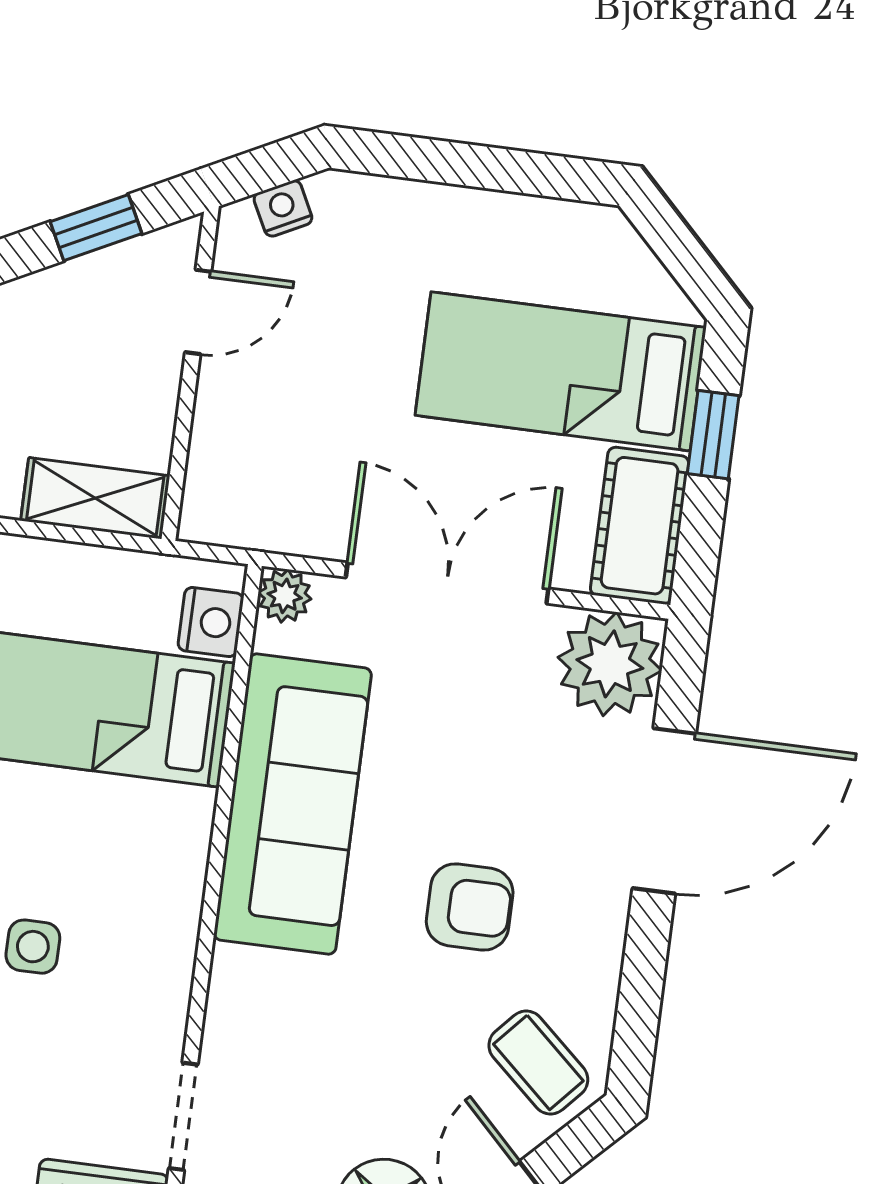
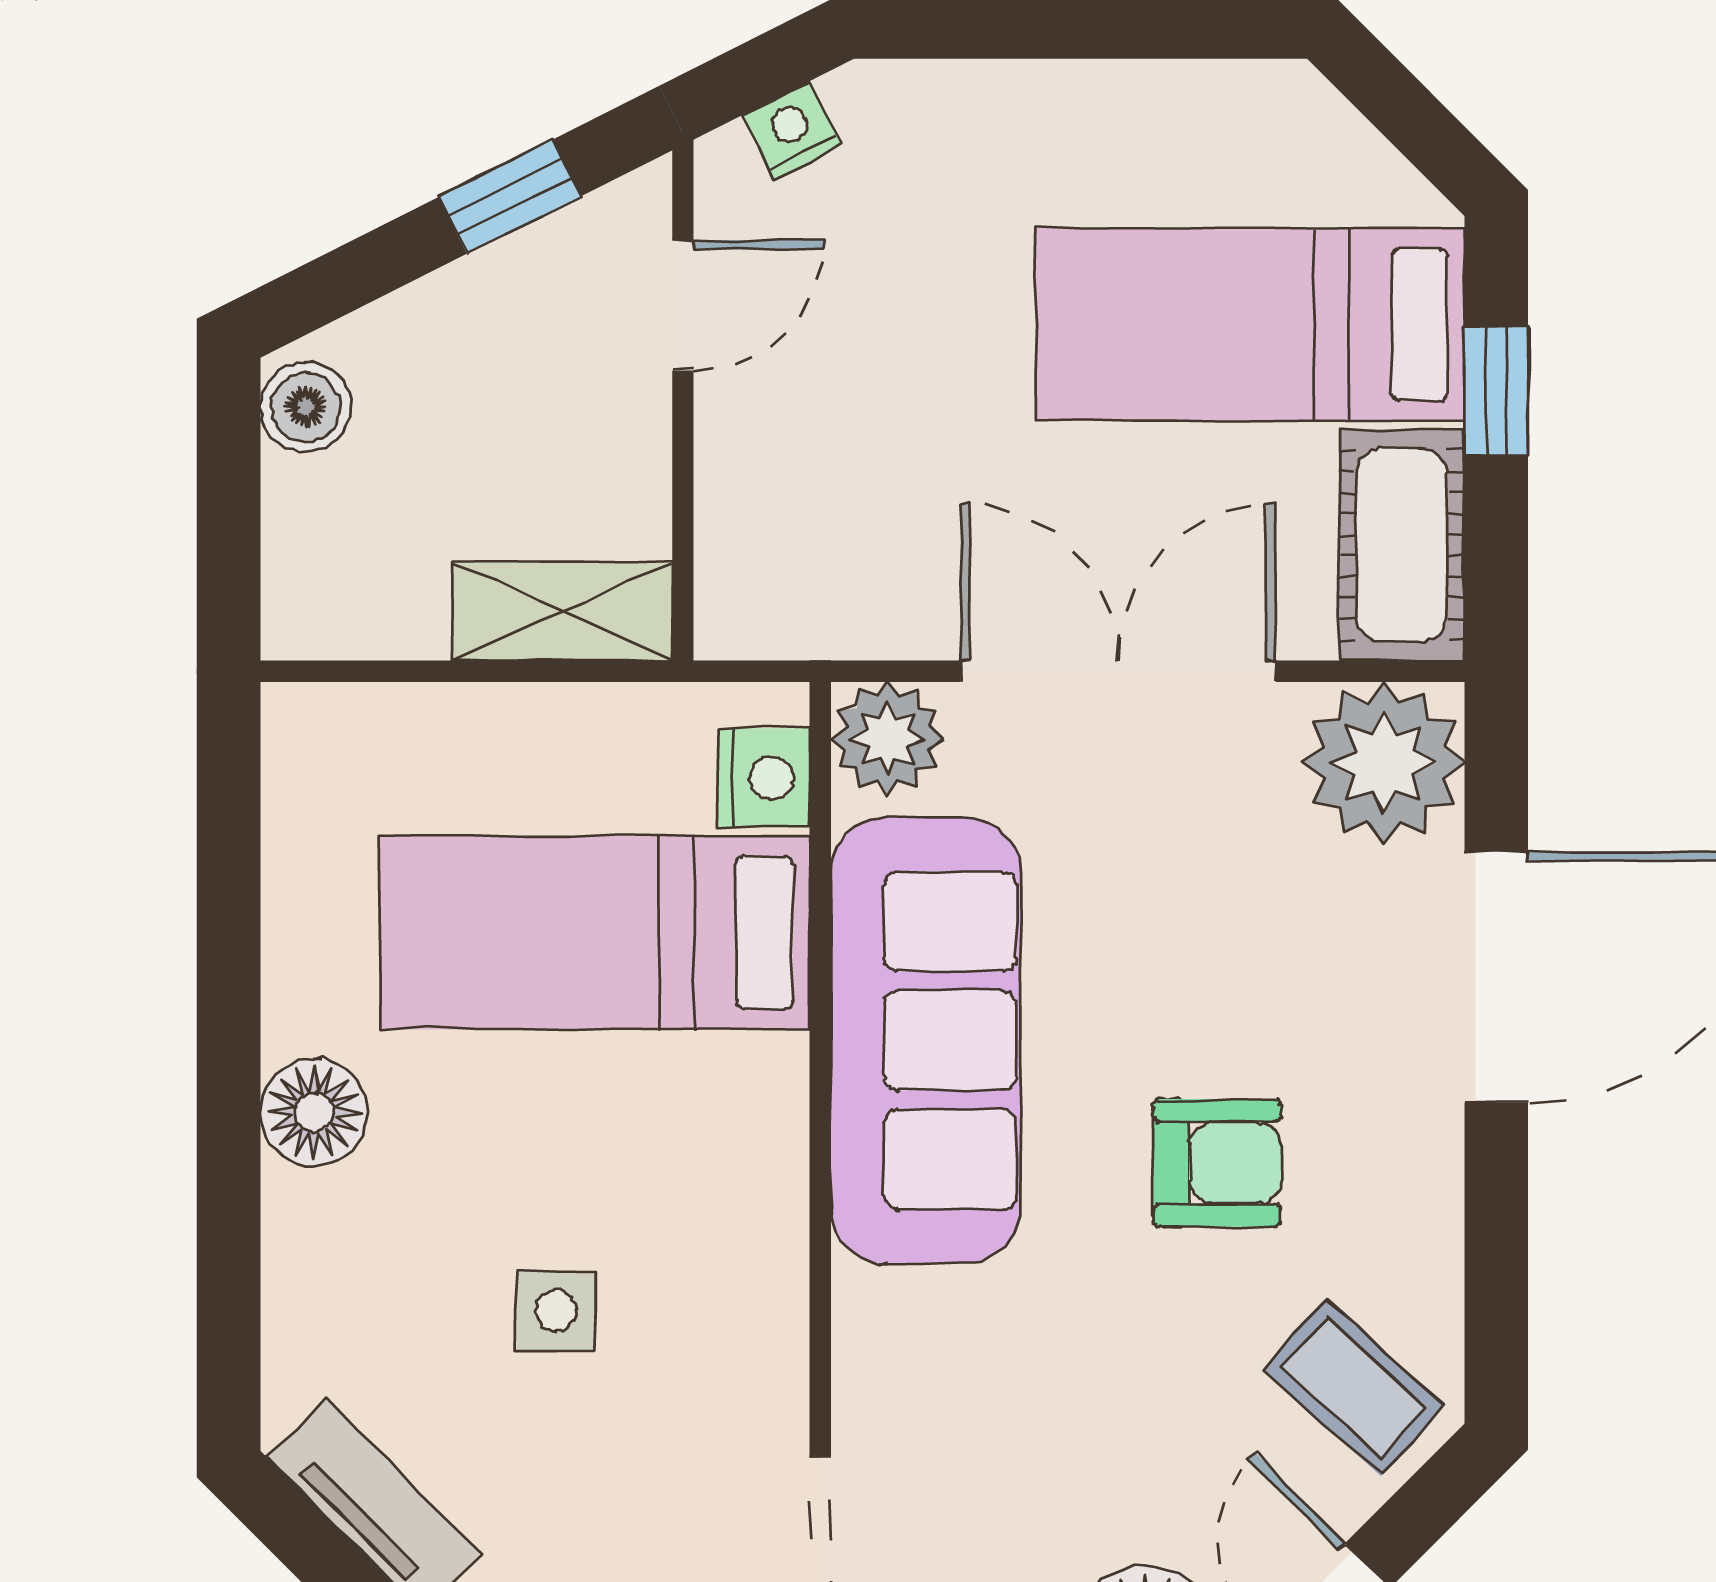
plant: (285, 596) -> (888, 739), width x1.38, depth x1.38

